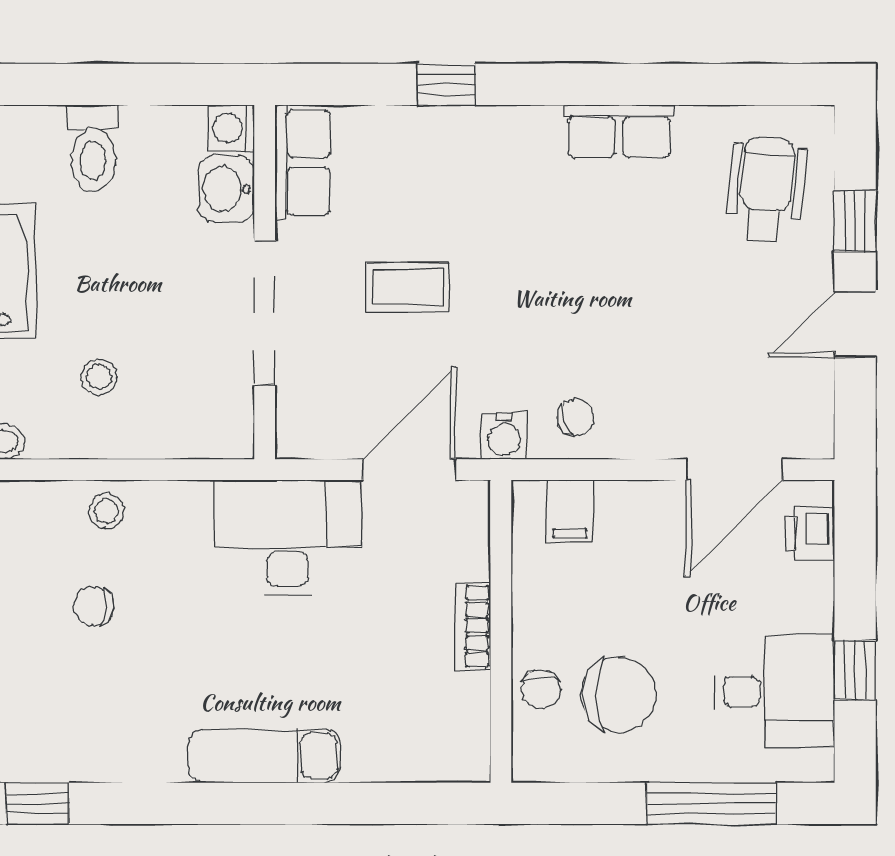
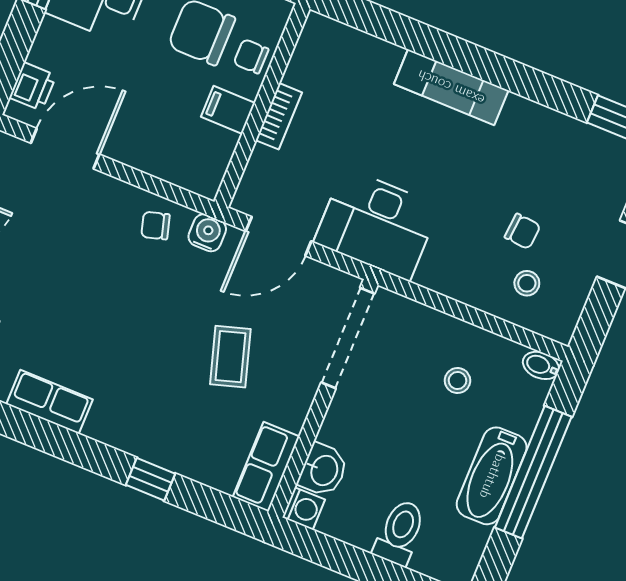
coffee table: (408, 287) -> (230, 357), turned 73
doorway: (265, 313) -> (348, 338), moved
stool: (106, 511) -> (527, 283), moved
filing cabinet: (570, 512) -> (228, 110), moved, turned -90
chair: (541, 689) -> (251, 56), turned -90

